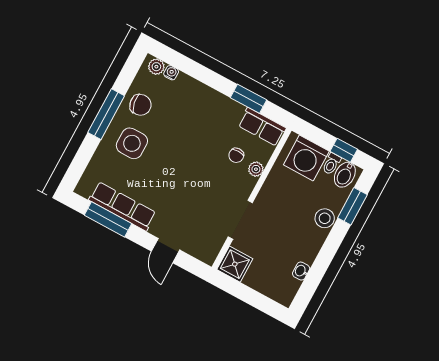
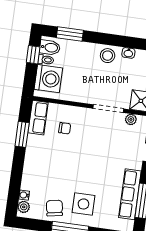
plant: (256, 169) -> (131, 119), moved
stool: (325, 218) -> (108, 56), moved

